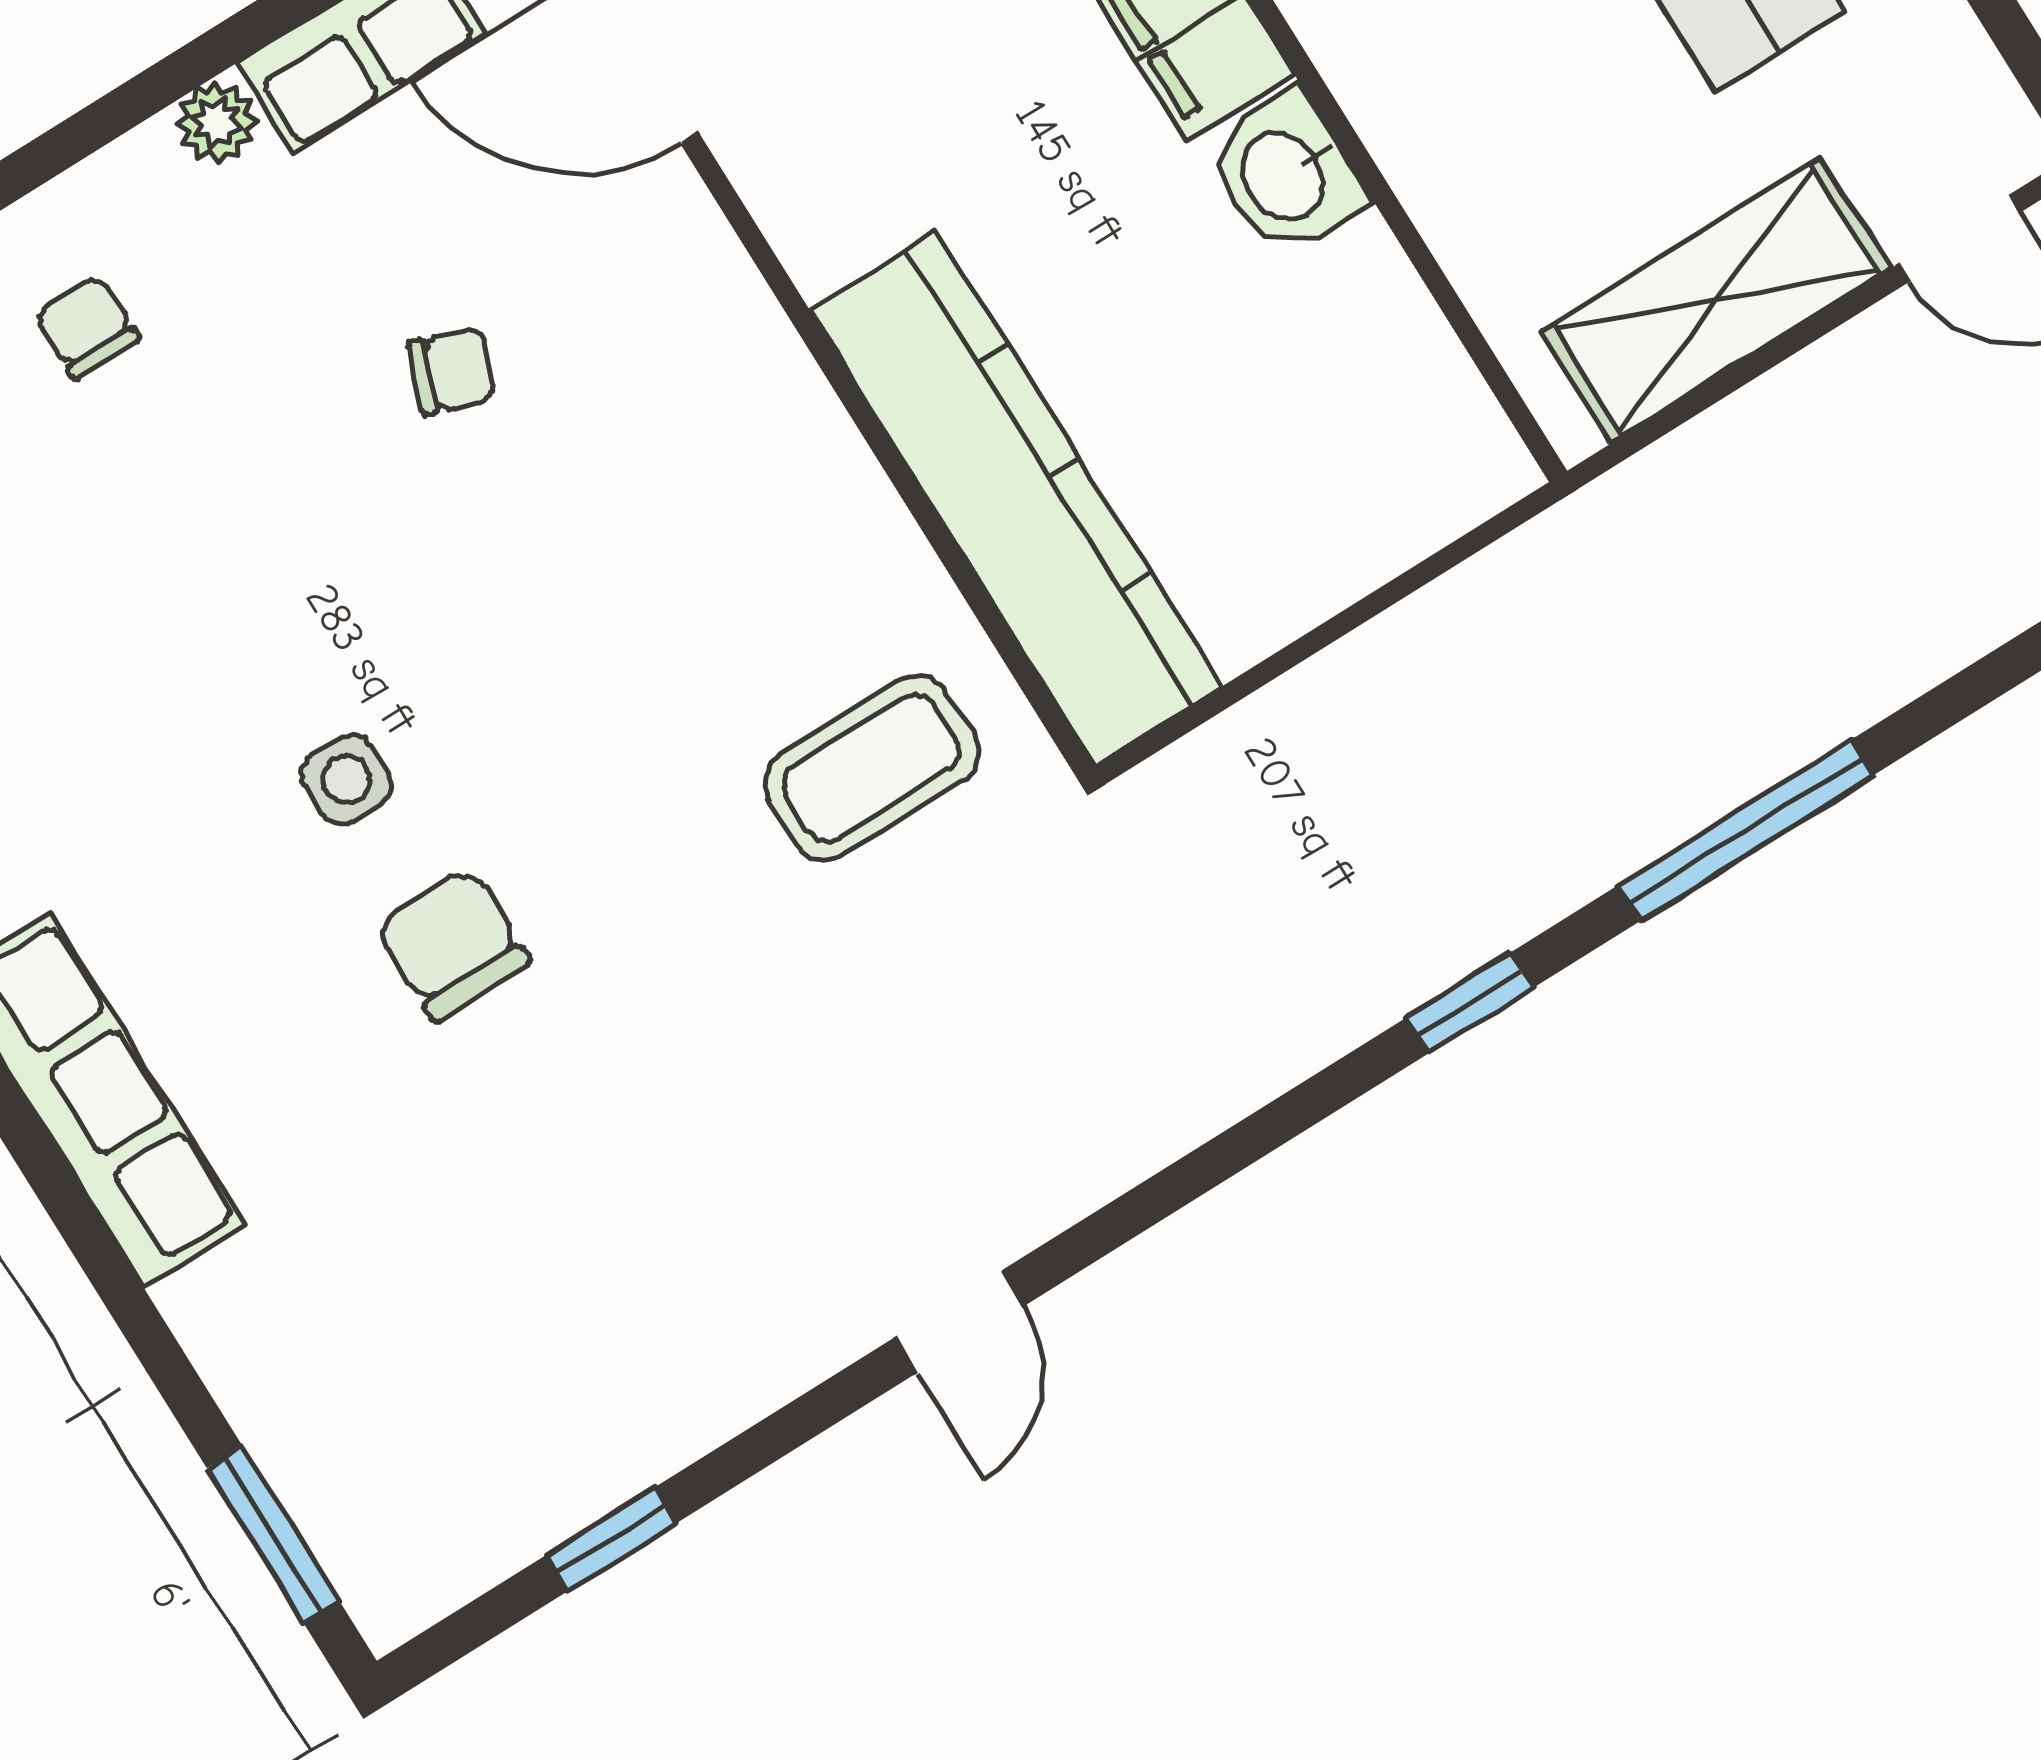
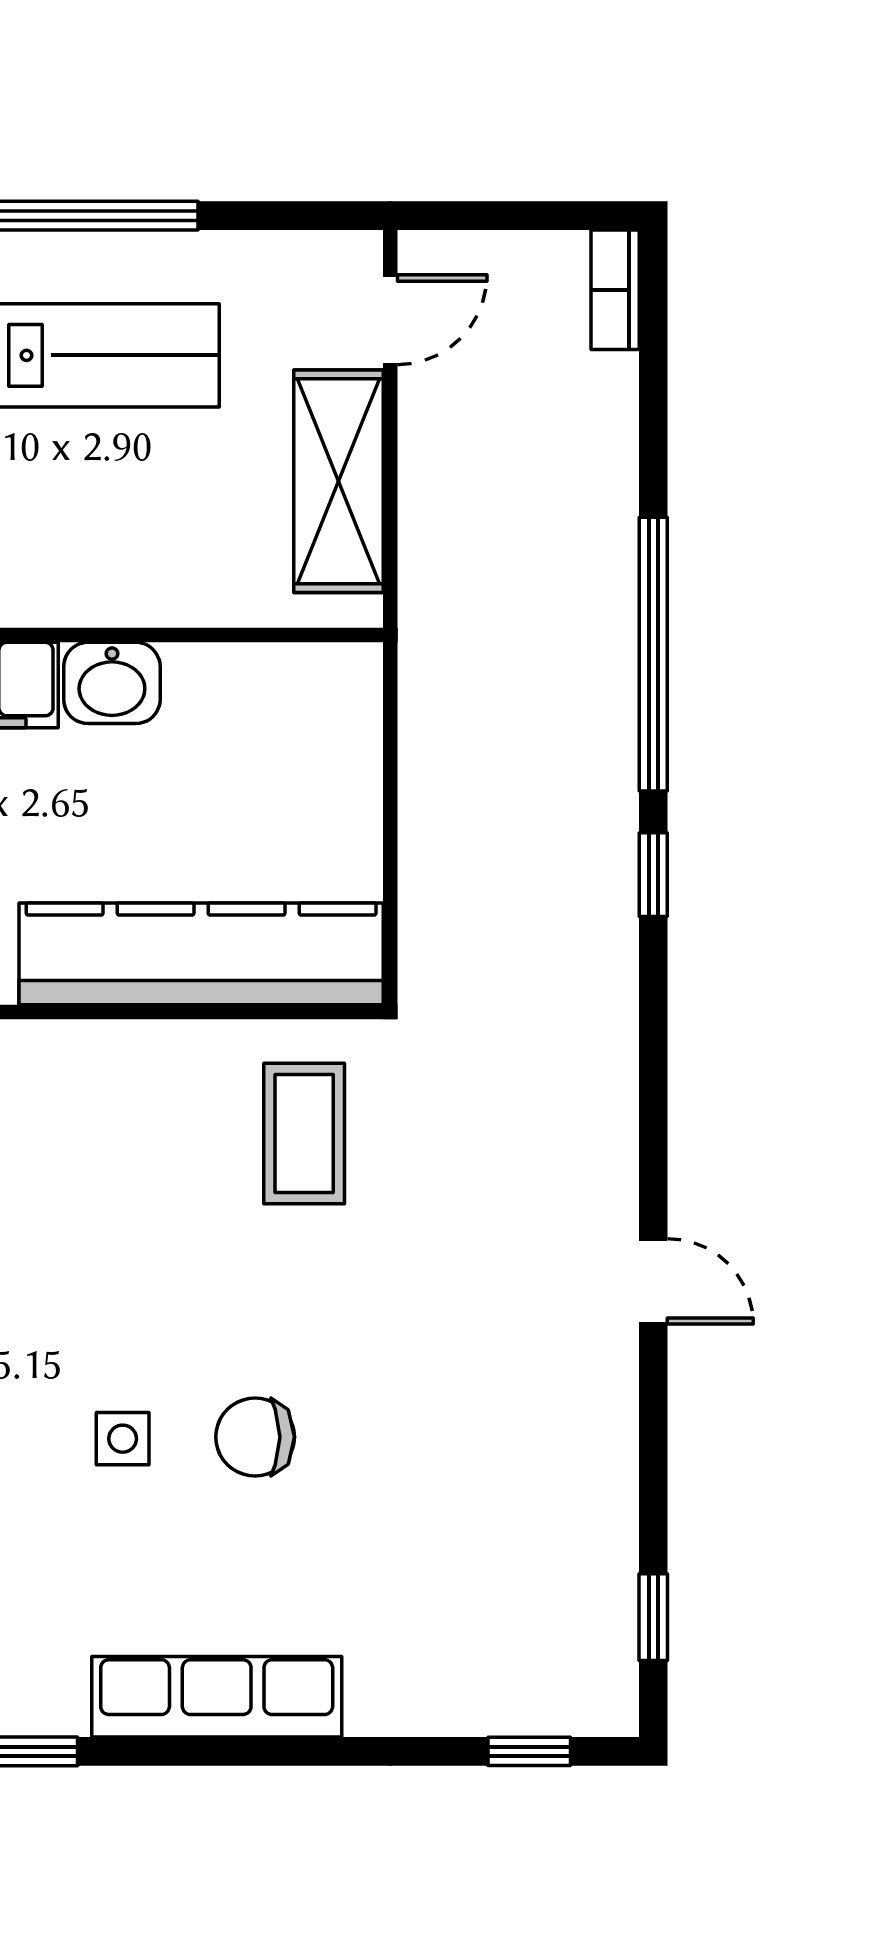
window: (1746, 830) -> (653, 654), width x1.46
window: (273, 1534) -> (529, 1751), width x0.67
window: (611, 1539) -> (653, 1617), moved

